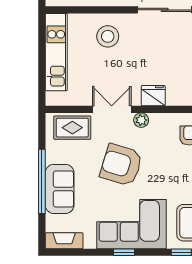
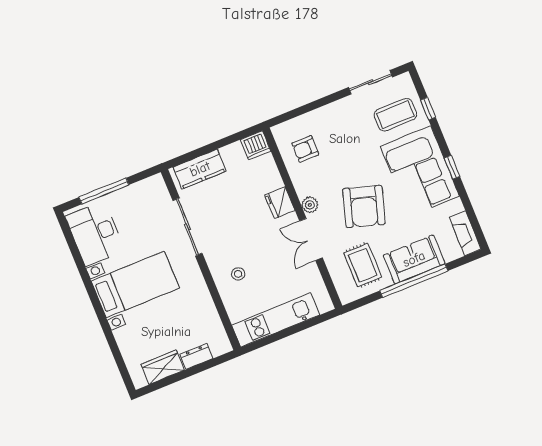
stool: (108, 36) -> (238, 274), width x0.53, depth x0.53
rug: (72, 128) -> (363, 265), moved

